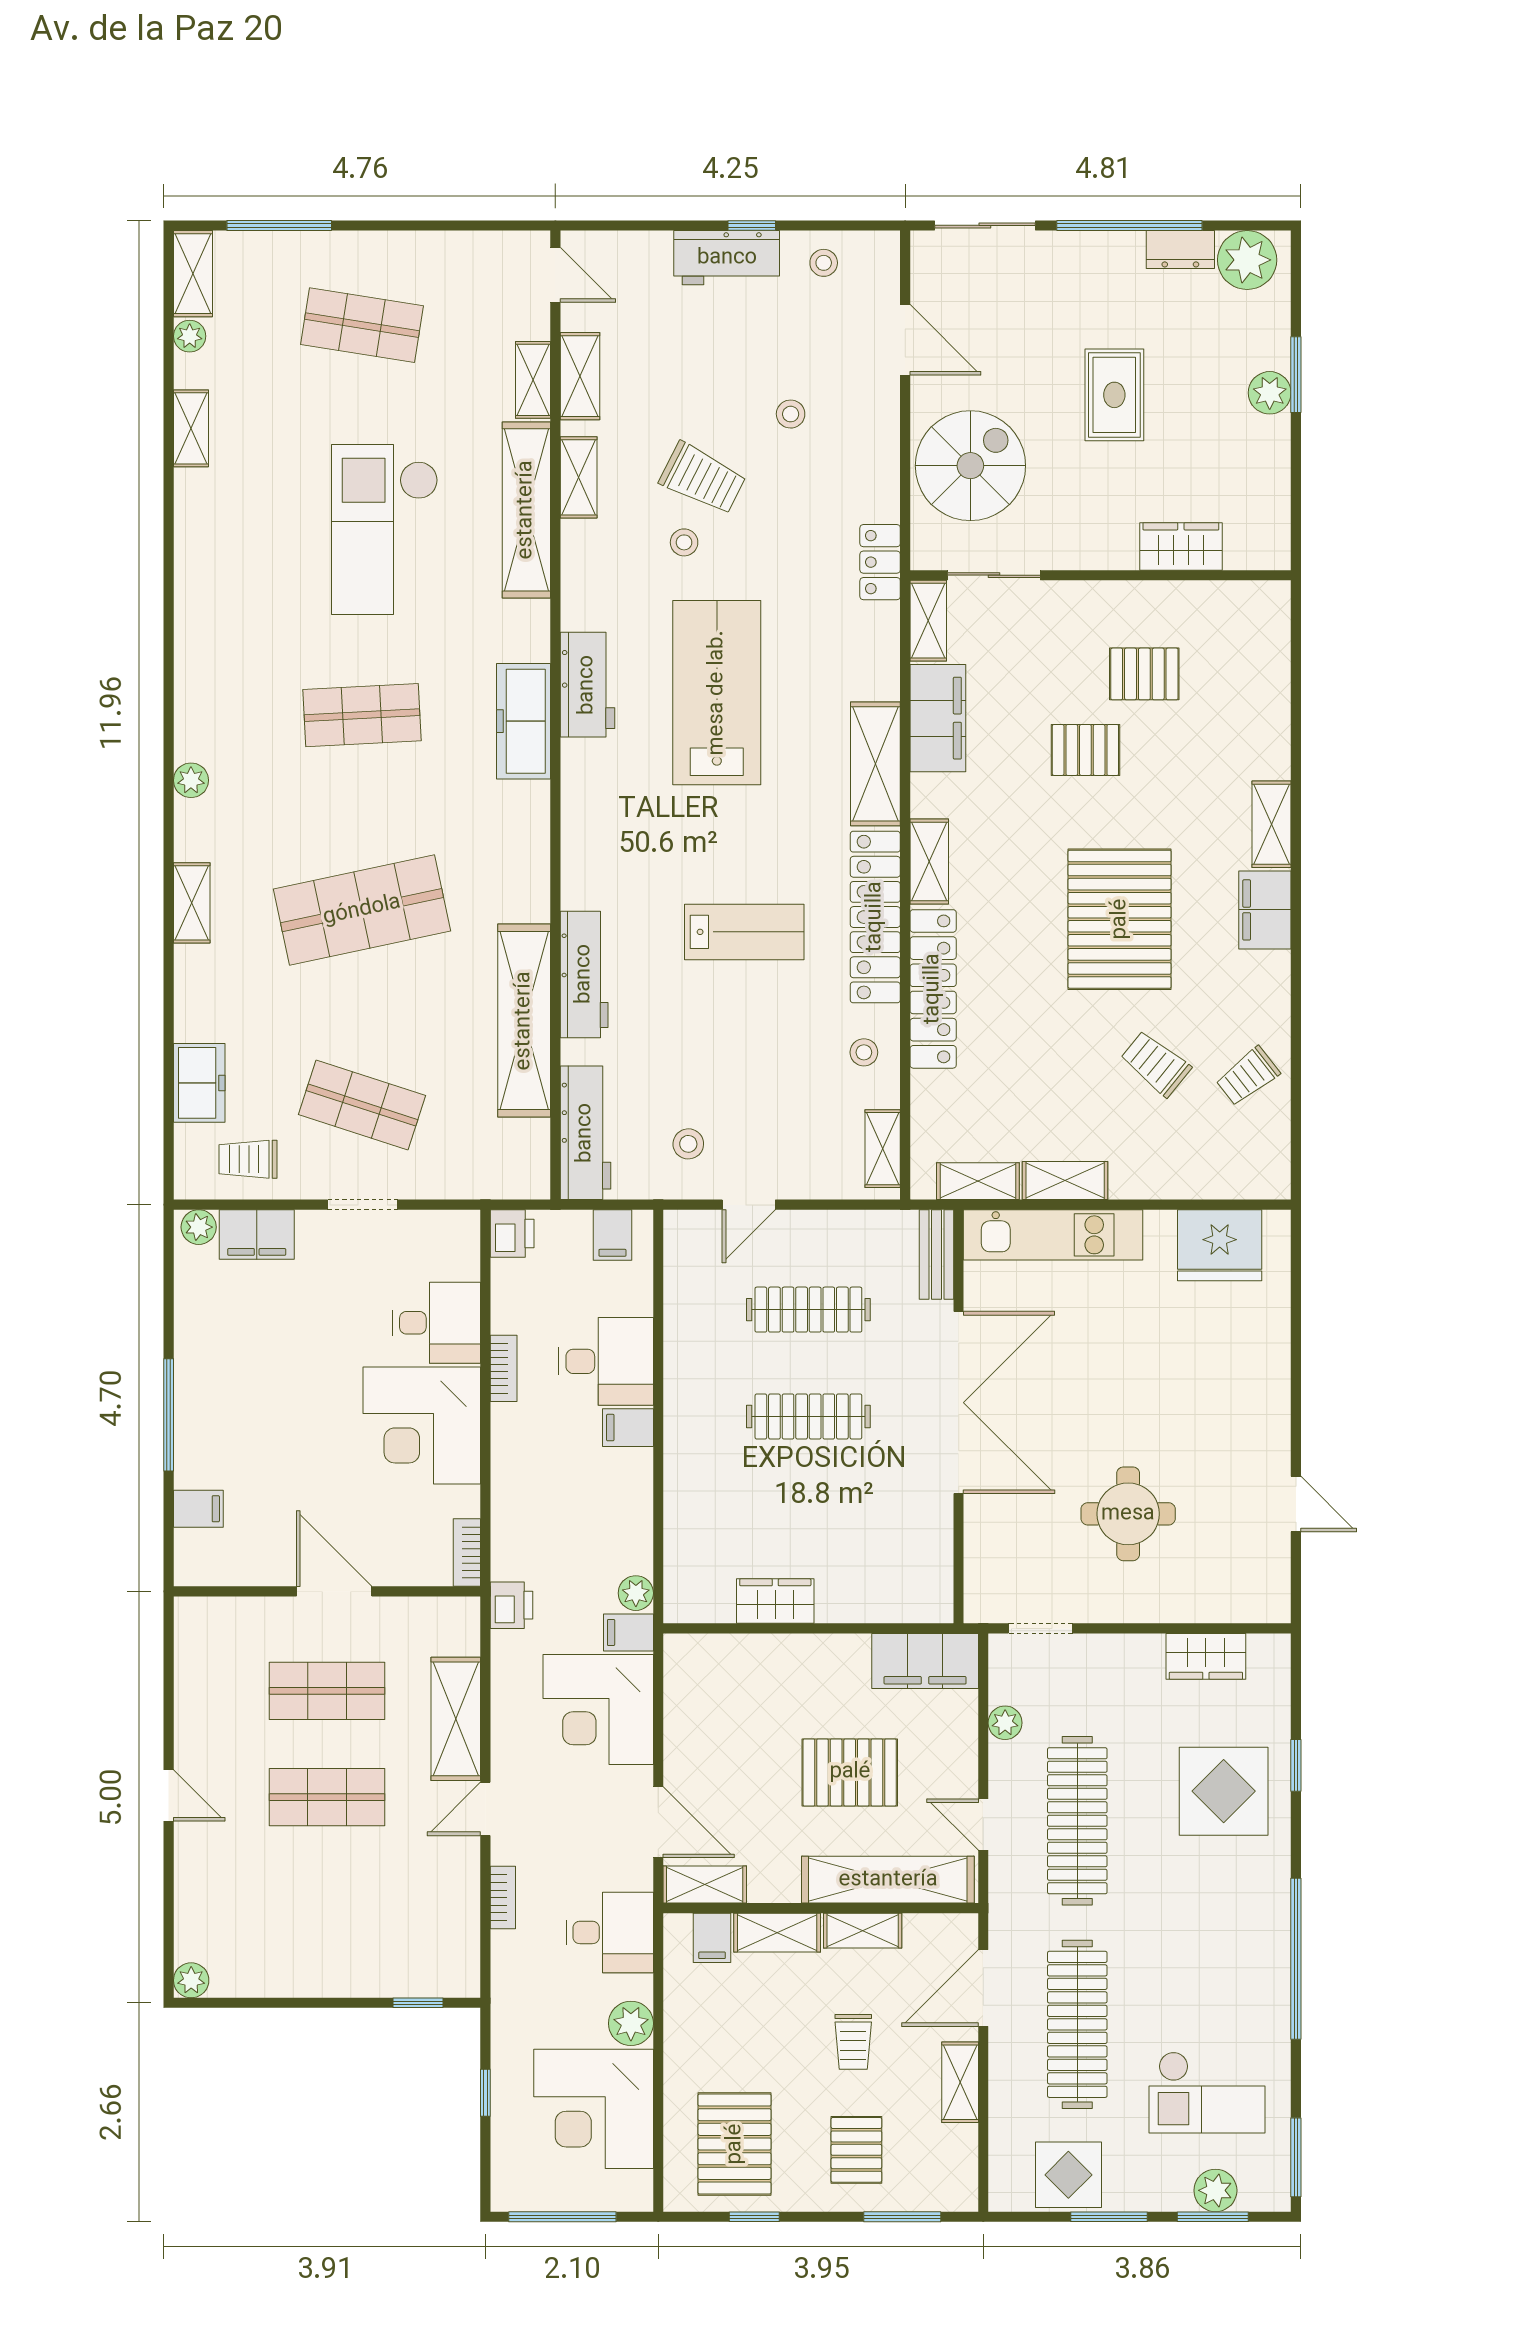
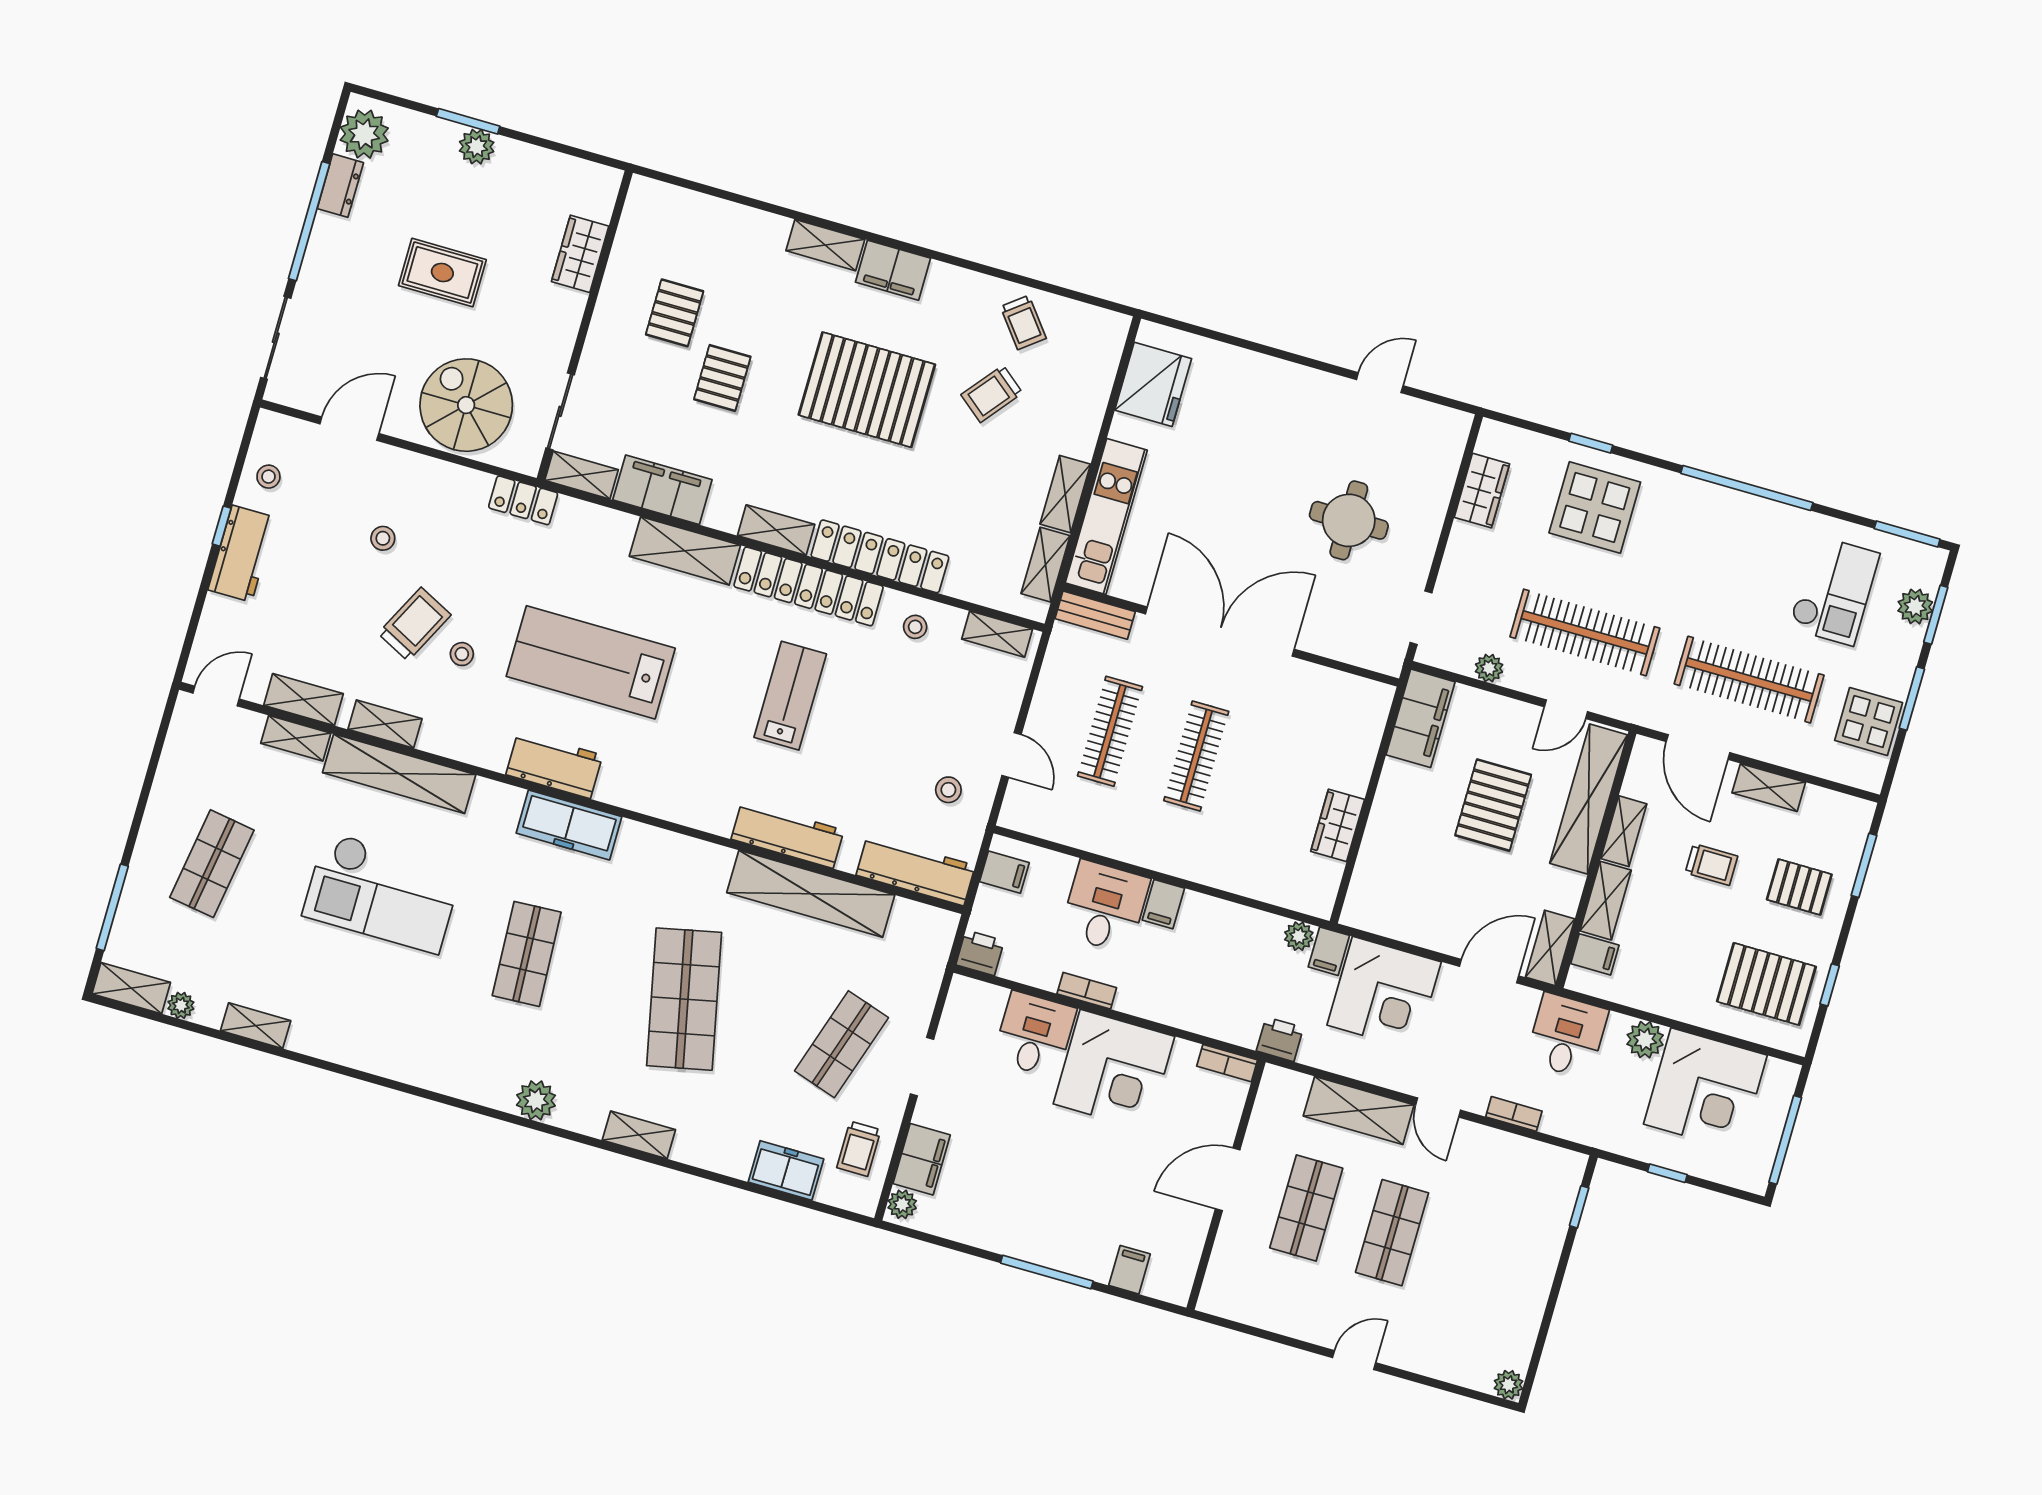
plant: (191, 780) -> (536, 1100), width x1.38, depth x1.38

